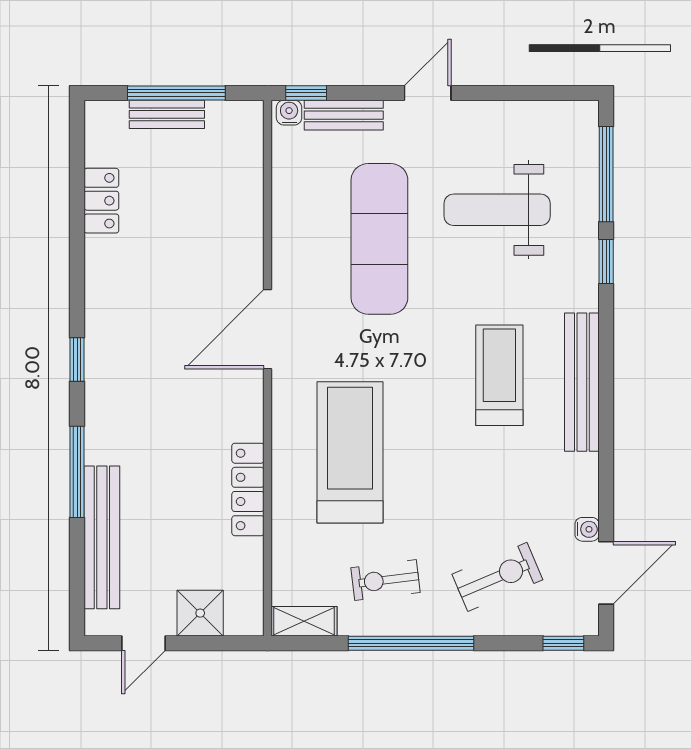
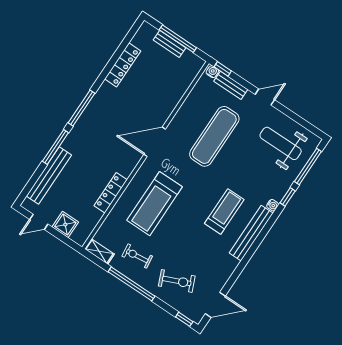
locker: (101, 201) -> (123, 65), width x1.53
weight bench: (497, 210) -> (281, 143), moved
window: (77, 360) -> (81, 108), width x2.17
treadmill: (350, 452) -> (155, 204), turned 180
water cooler: (587, 529) -> (273, 205), moved

